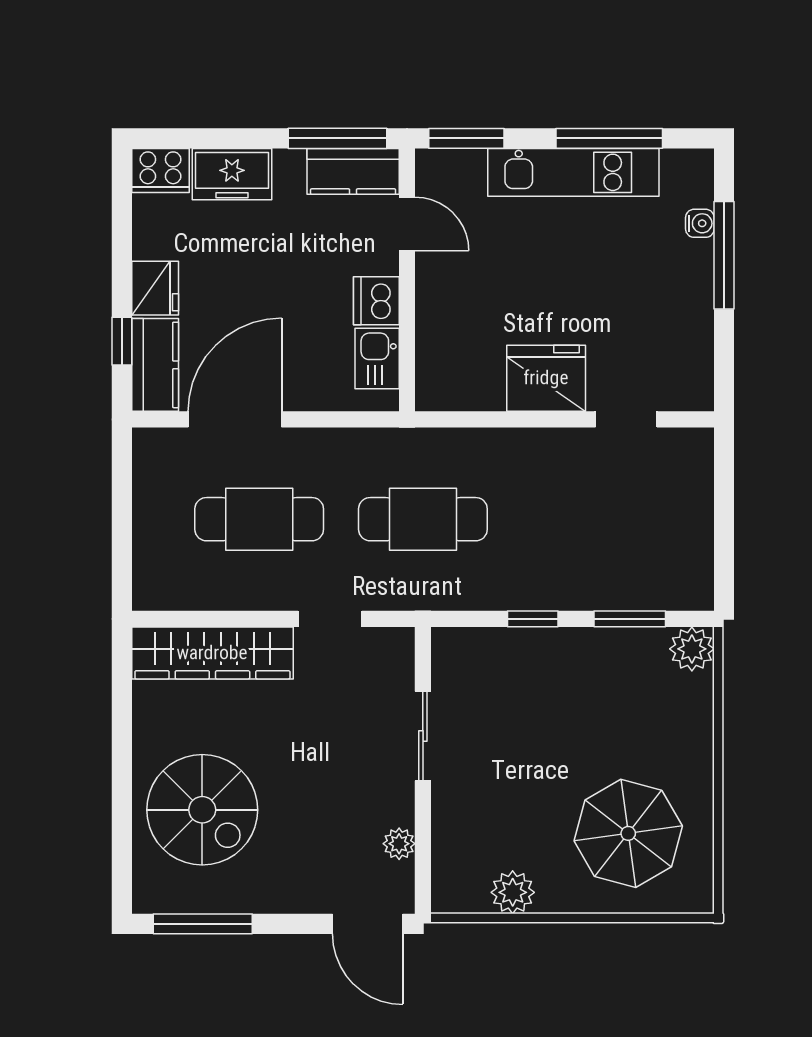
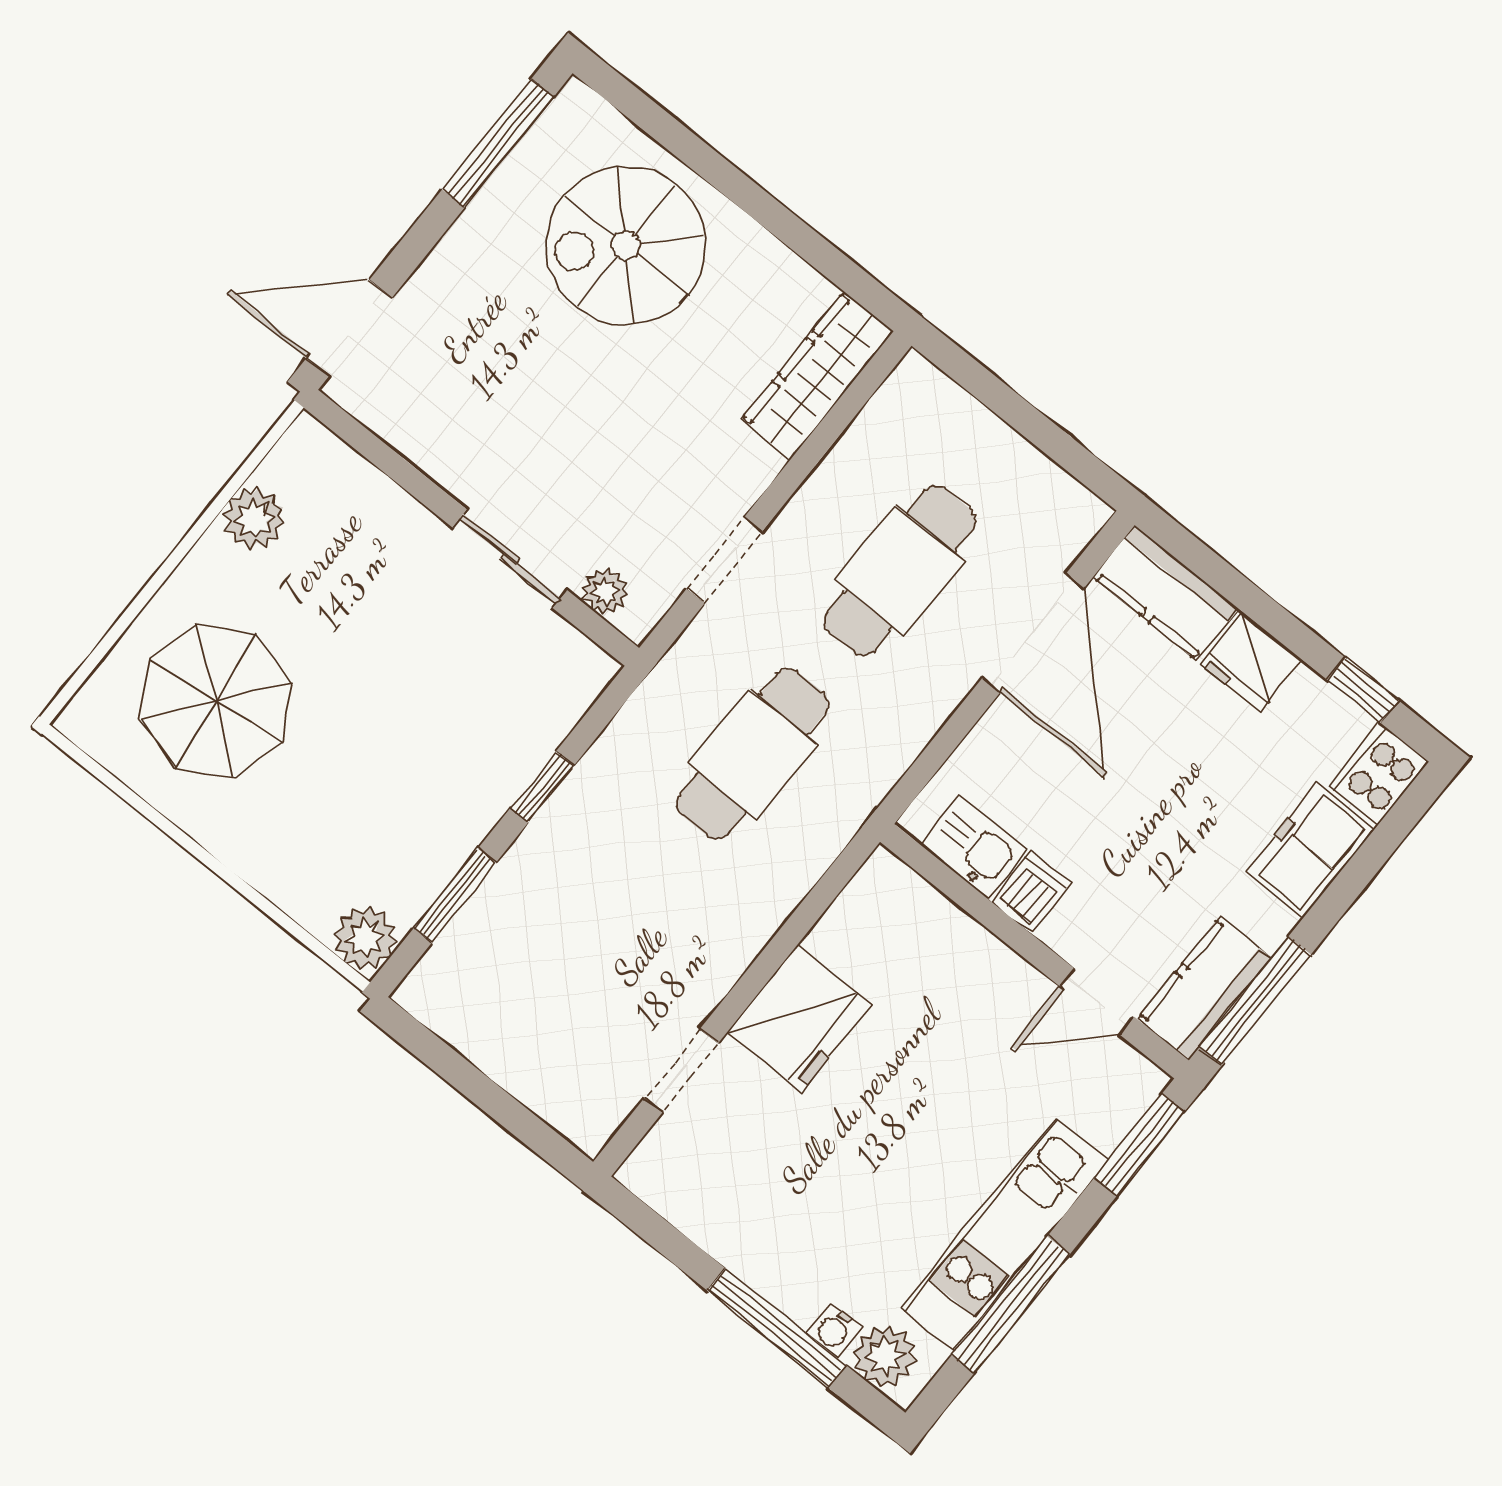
plant: (692, 184) -> (885, 1356), added
dishwasher: (376, 301) -> (1031, 892), width x0.73
window: (122, 341) -> (1363, 690), moved
wardrobe: (212, 653) -> (817, 376), width x0.71, depth x0.85
plant: (399, 844) -> (605, 592), moved

